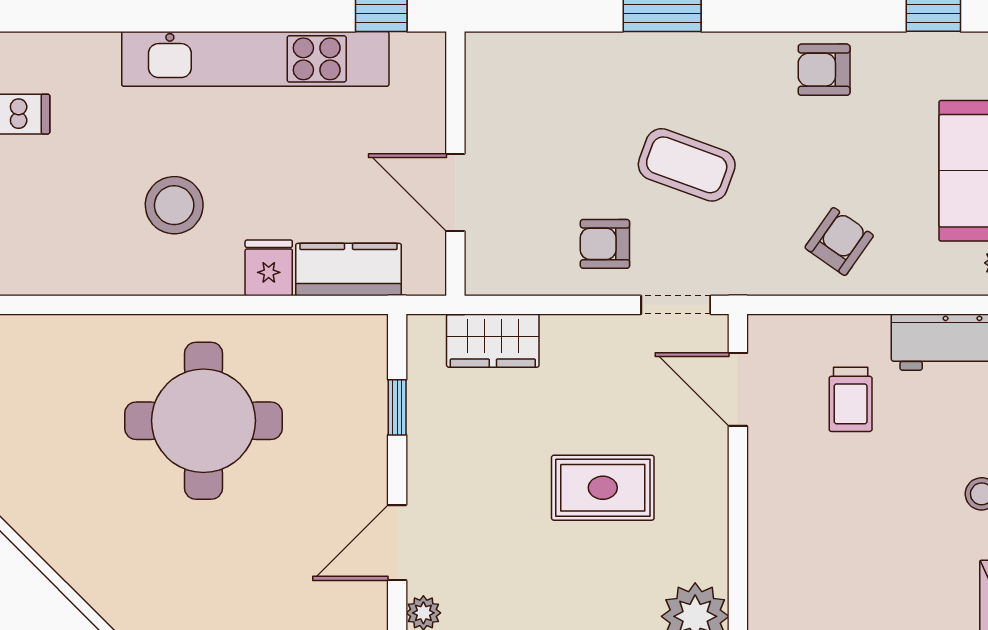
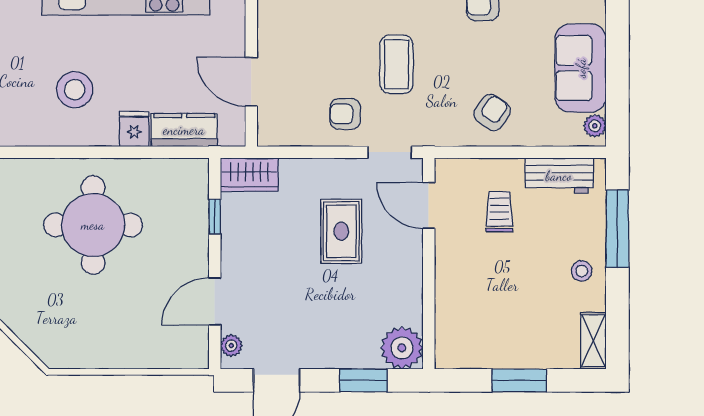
coffee table: (687, 165) -> (396, 64), turned 70
wardrobe: (493, 341) -> (249, 175), moved
trolley: (851, 399) -> (499, 212), turned 180
rug: (603, 488) -> (341, 231), moved, turned 90

